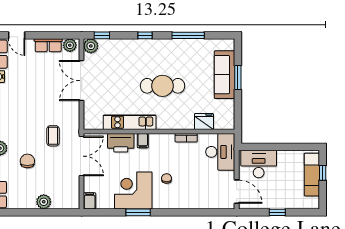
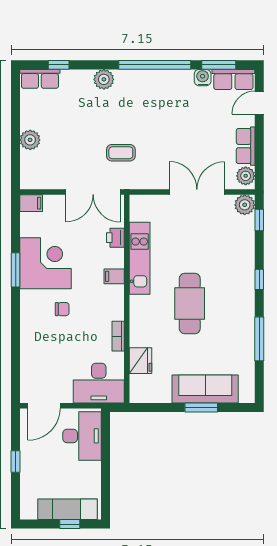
printer: (121, 143) -> (115, 238), width x0.53, depth x0.68
chair: (27, 161) -> (86, 117), removed

